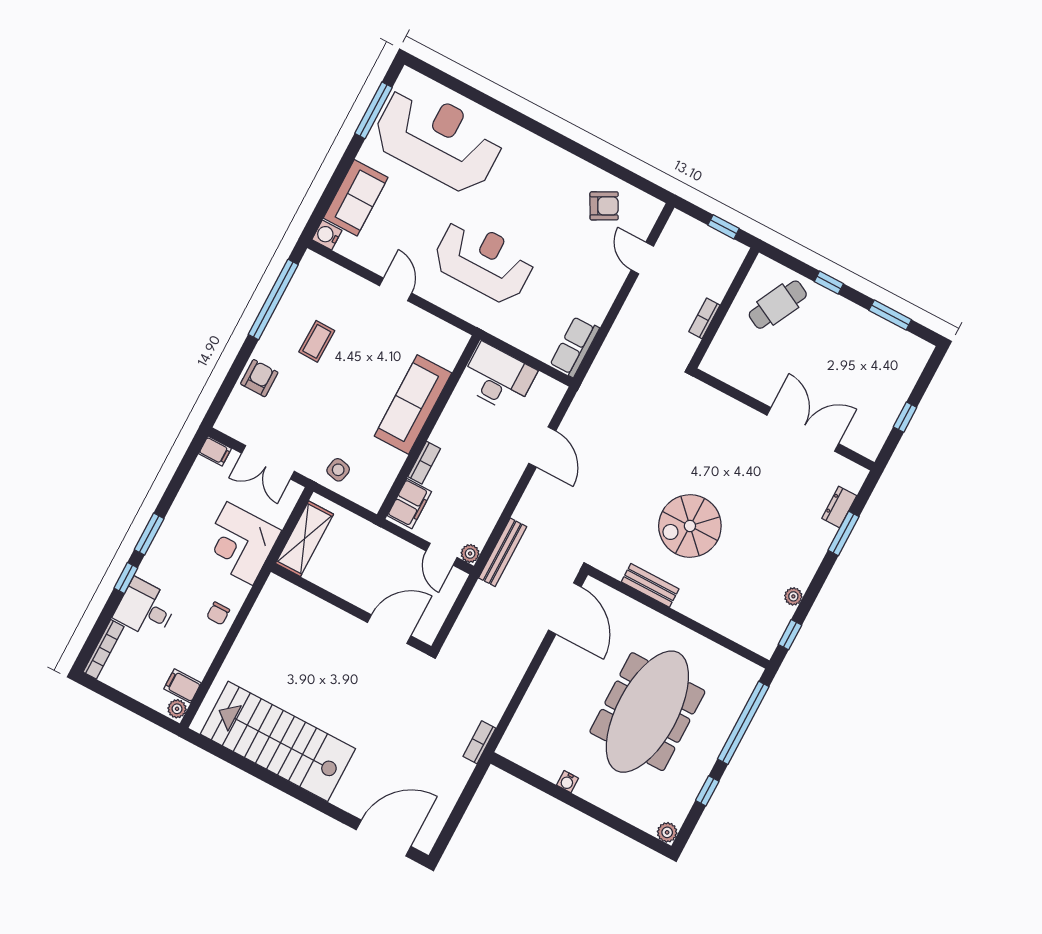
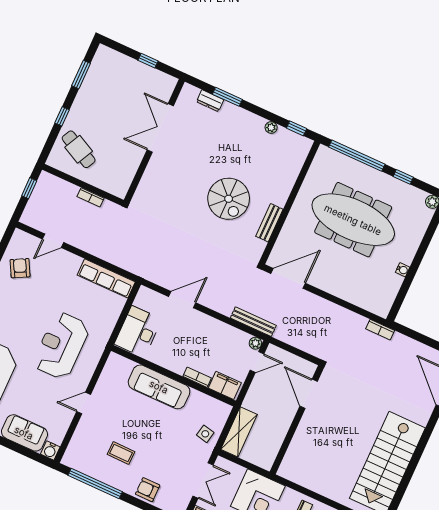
row of seats: (575, 347) -> (106, 278), width x1.48
shelving: (304, 539) -> (239, 432), moved, turned 90

